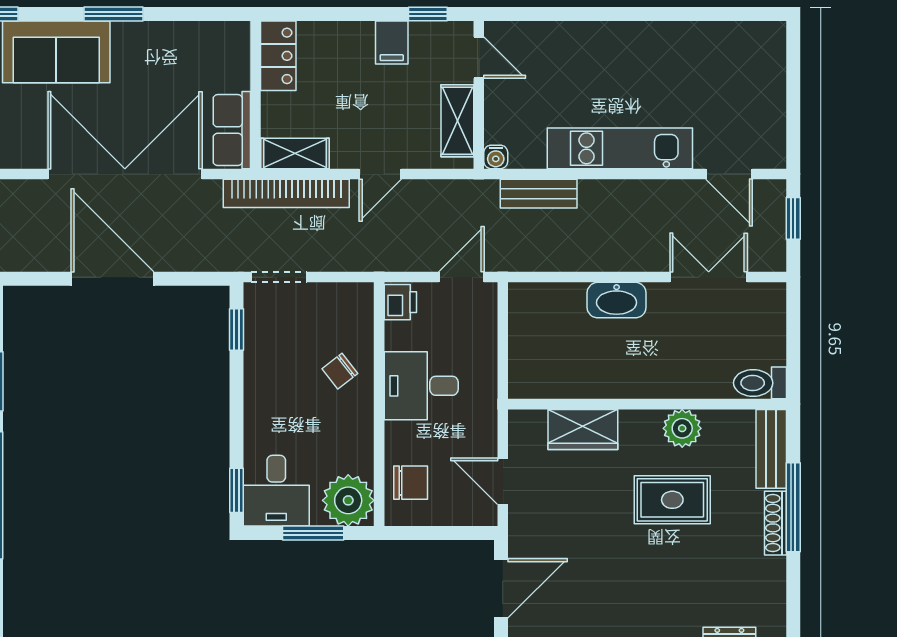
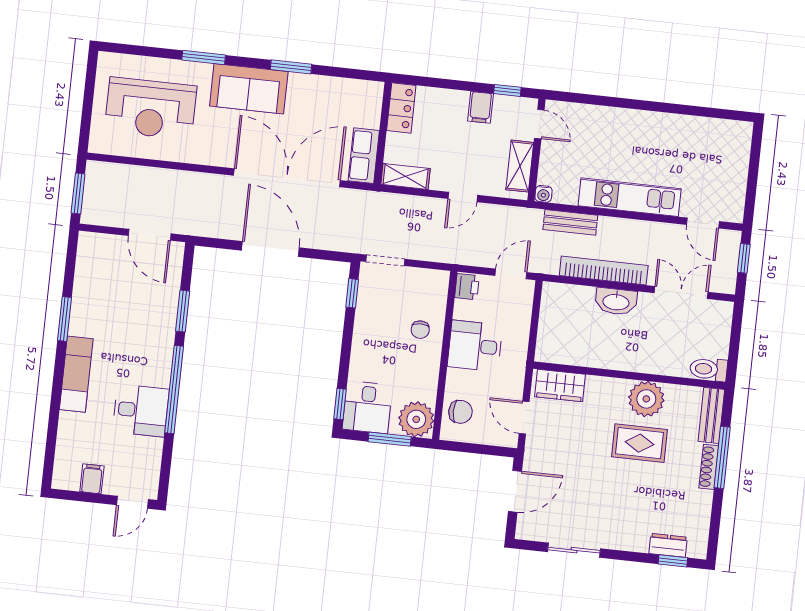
bookcase: (286, 193) -> (604, 271), moved, turned 180
chair: (340, 371) -> (420, 330), turned -52
plant: (682, 428) -> (646, 399), width x1.36, depth x1.36
wardrobe: (583, 429) -> (560, 386), moved

